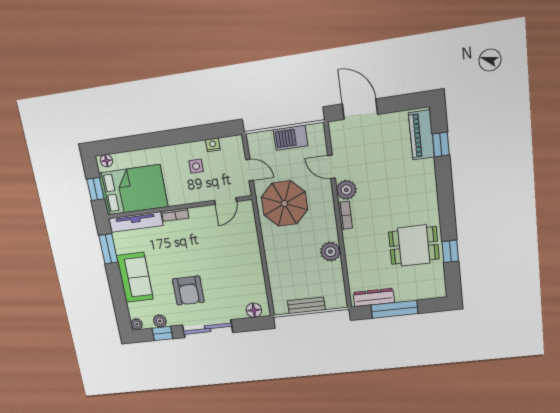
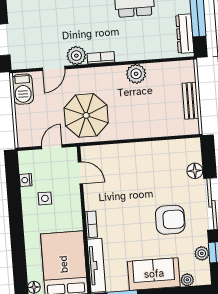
barbecue: (291, 138) -> (23, 89), moved
floor lamp: (254, 310) -> (195, 171), moved
plant: (137, 324) -> (187, 280), moved

